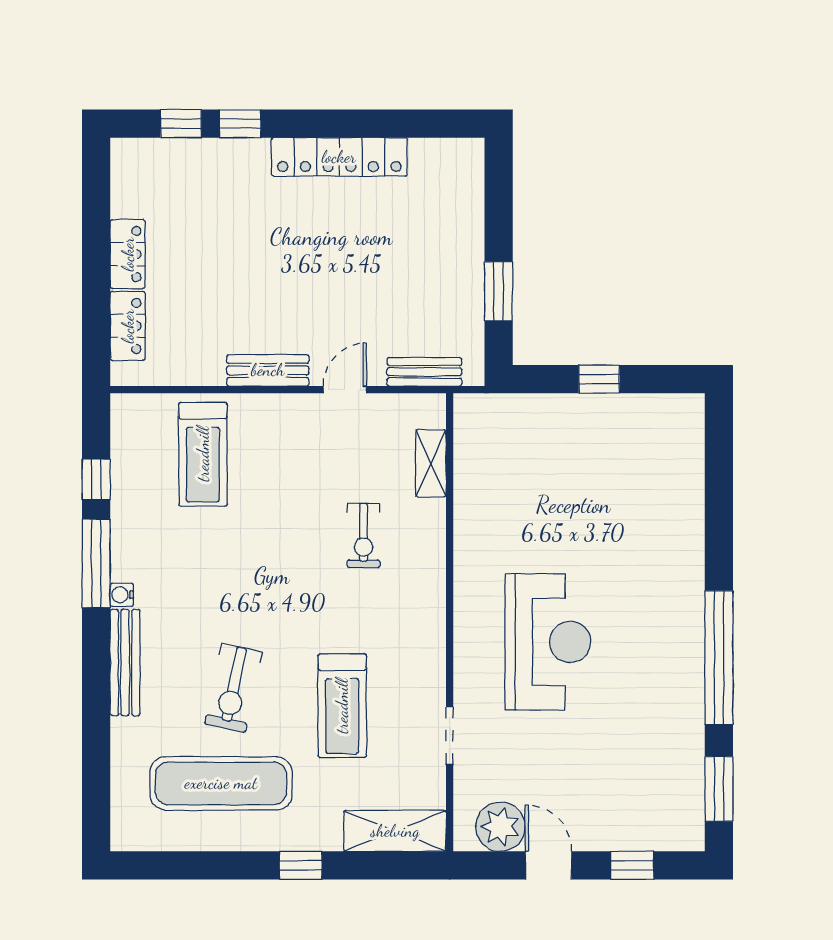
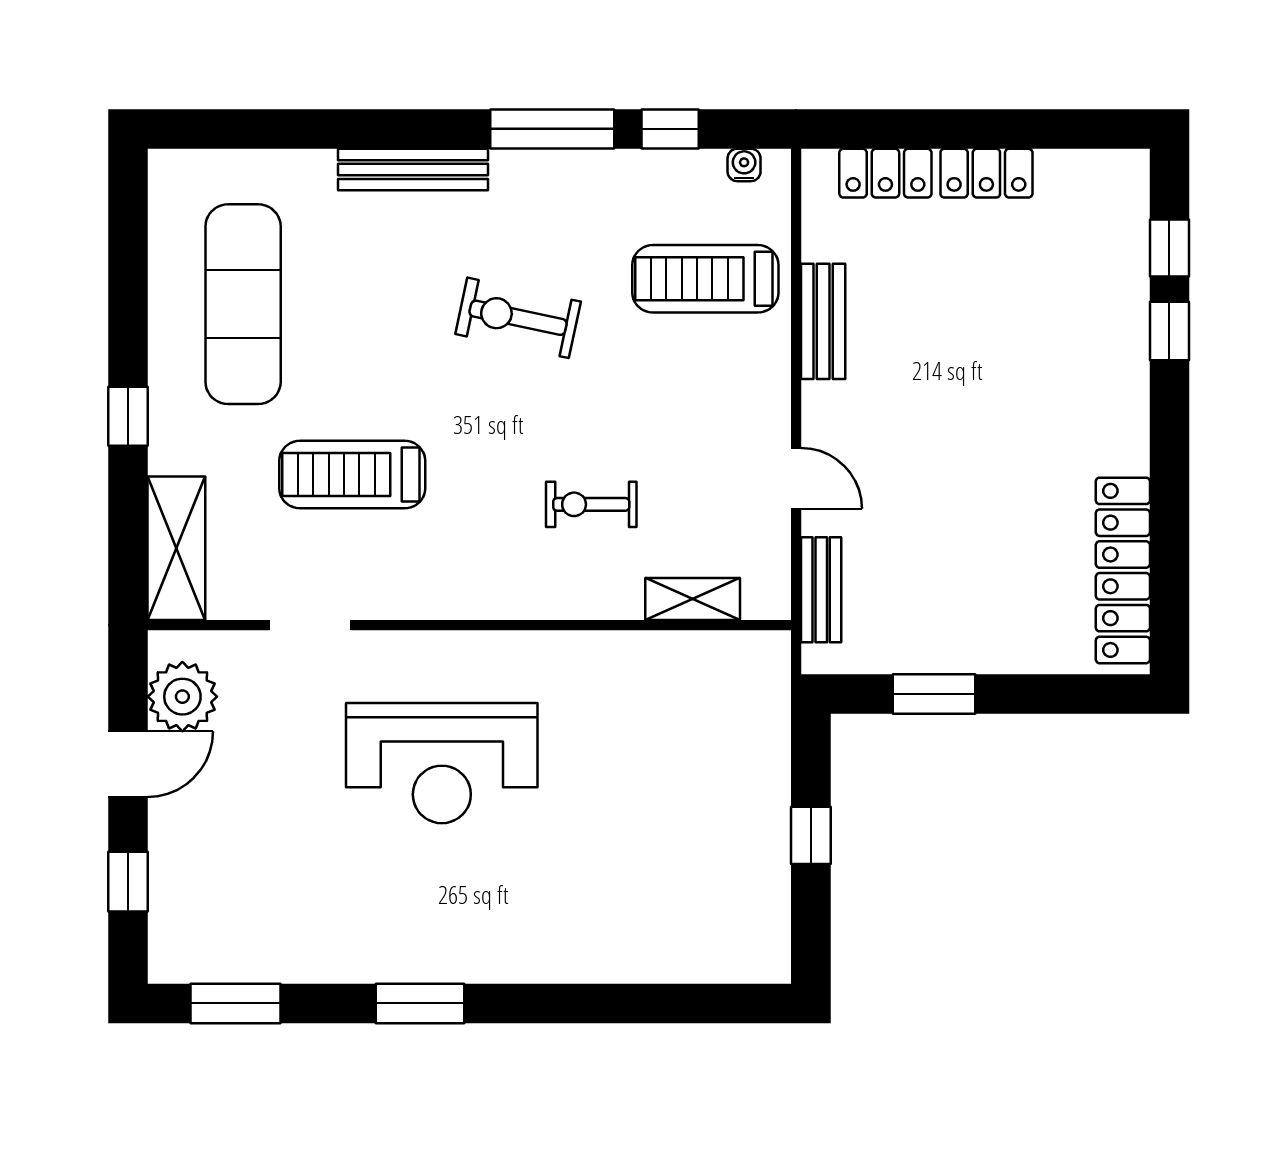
locker: (339, 157) -> (1123, 570), moved
bench: (268, 370) -> (823, 321), moved
water cooler: (122, 595) -> (744, 165), moved
window: (719, 657) -> (420, 1003), width x0.47
exercise bike: (233, 688) -> (518, 318), moved

